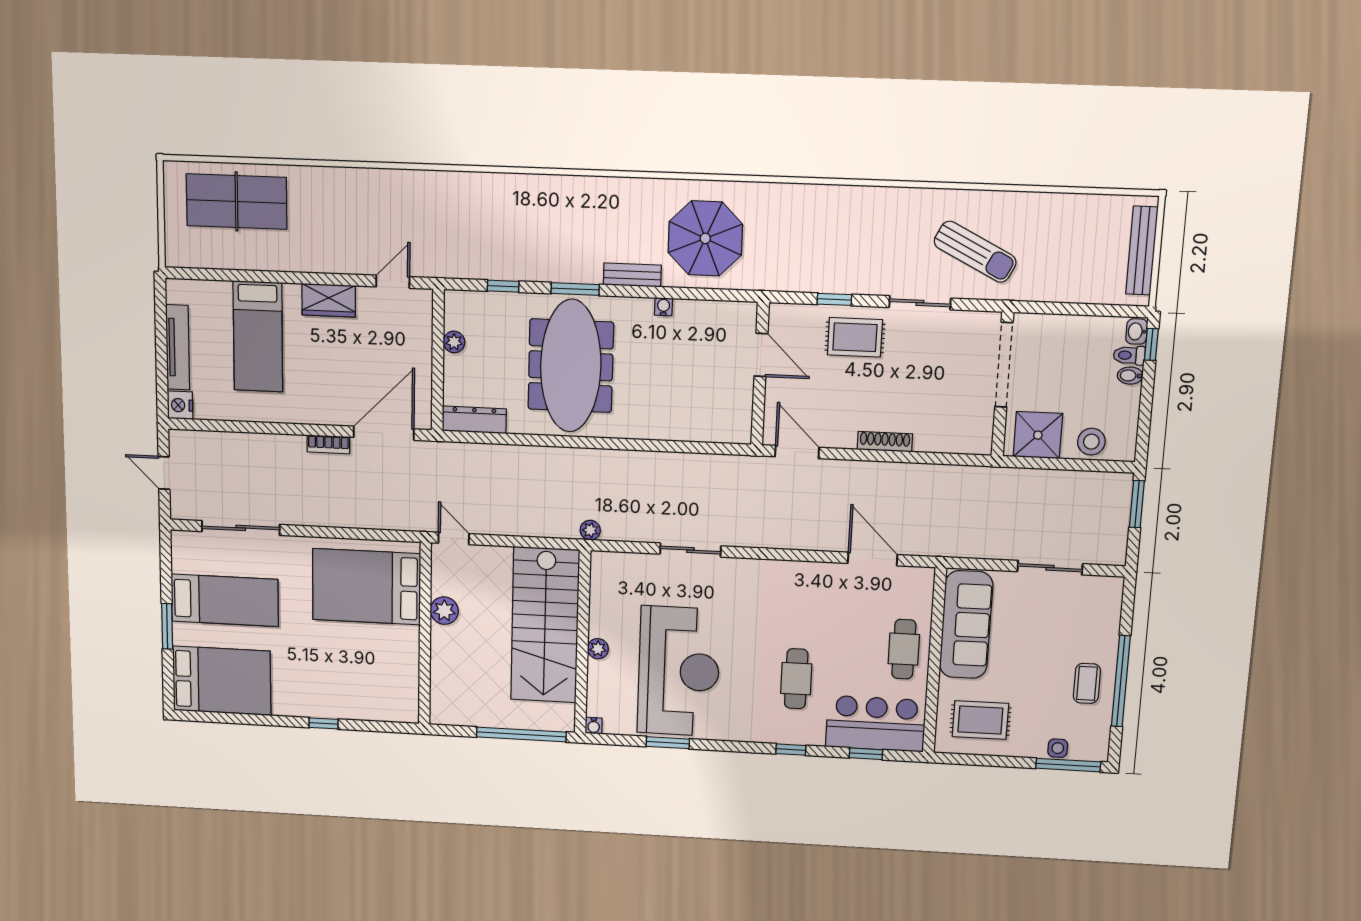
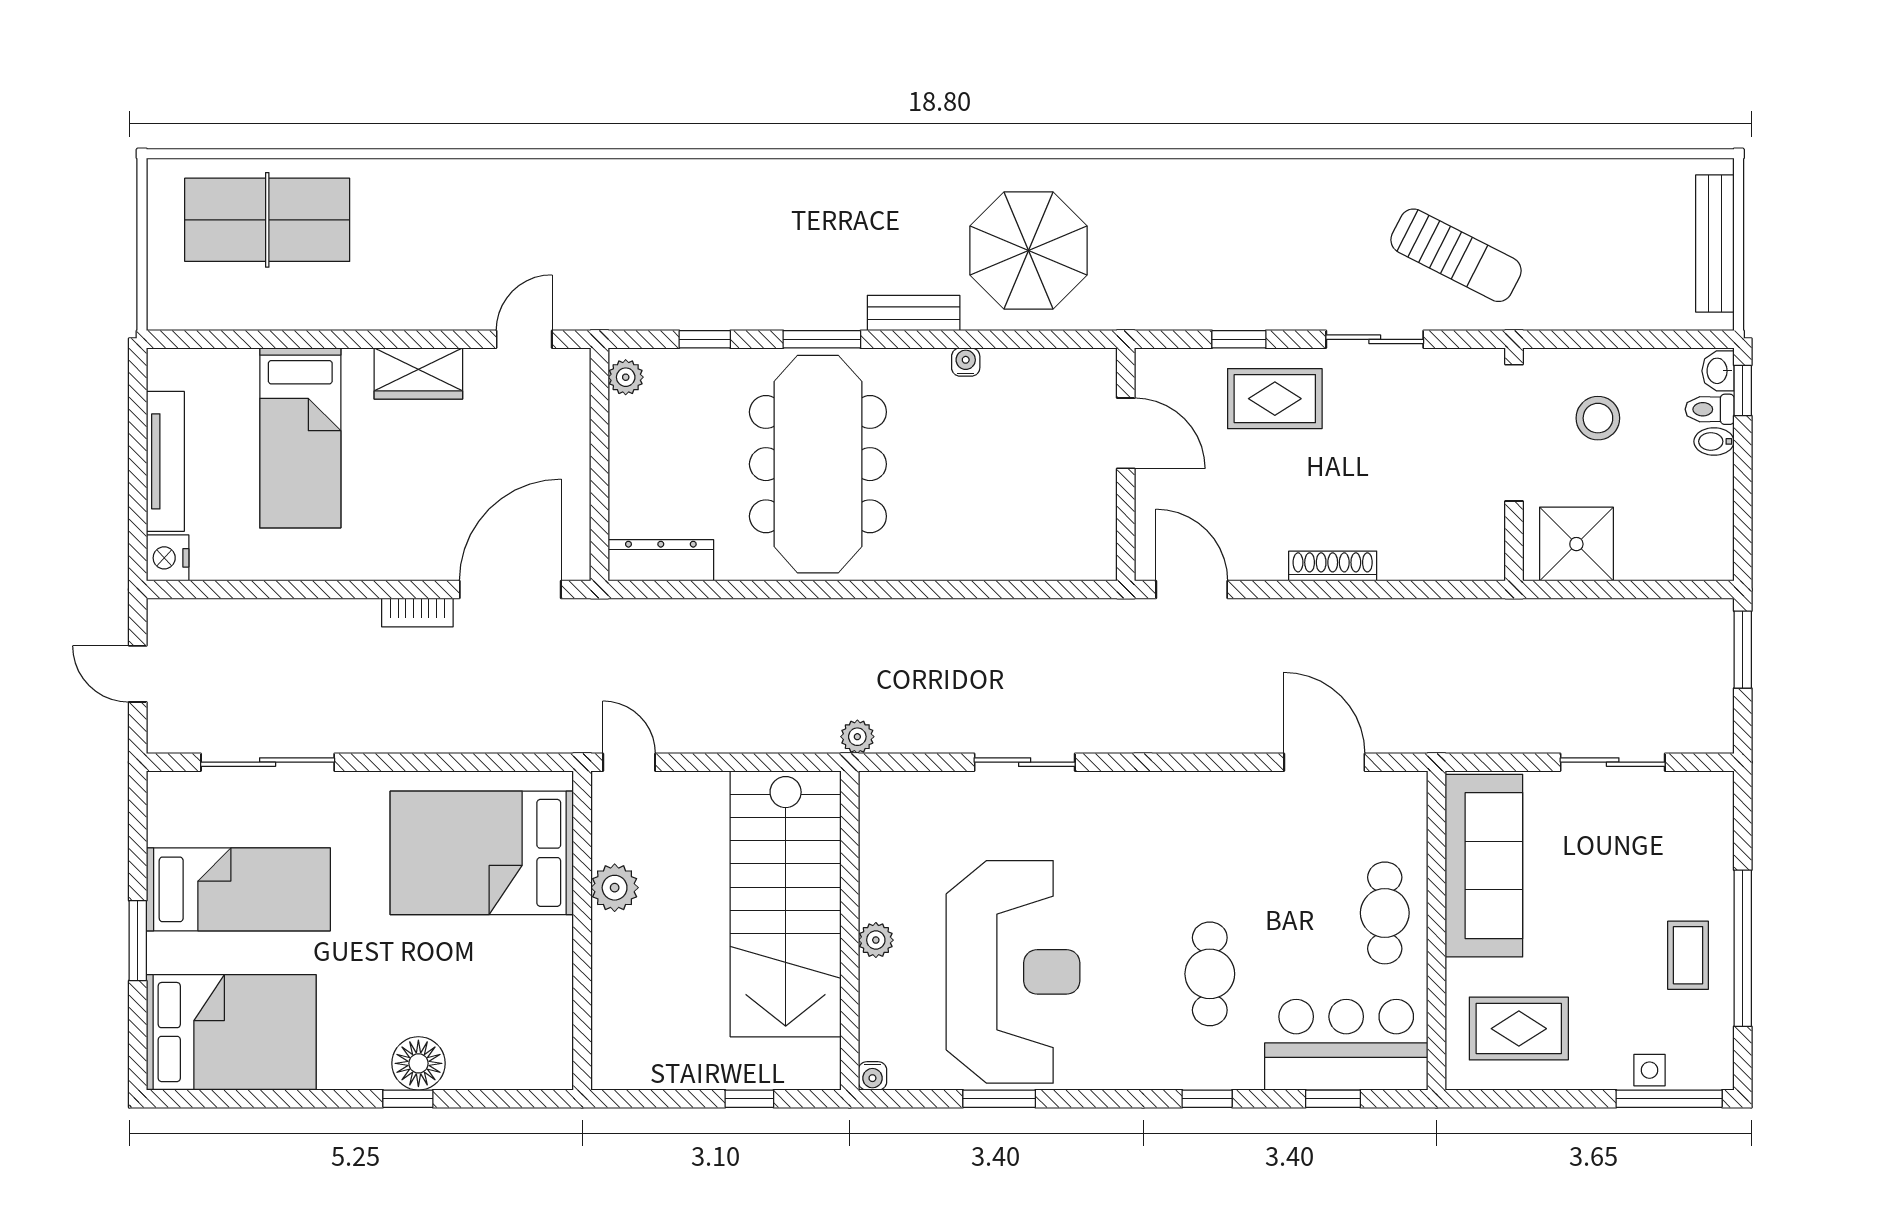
plant: (454, 342) -> (626, 377), moved
stool: (1091, 442) -> (1598, 418), moved
floor lamp: (330, 704) -> (418, 1063), added
window: (521, 734) -> (749, 1099), width x0.32

